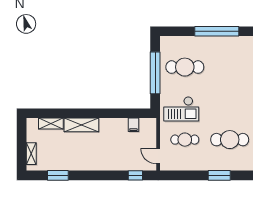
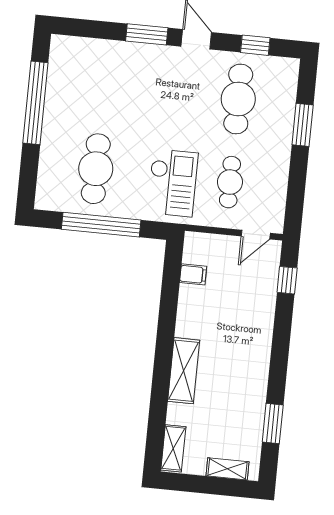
shelving: (51, 123) -> (173, 448), moved

